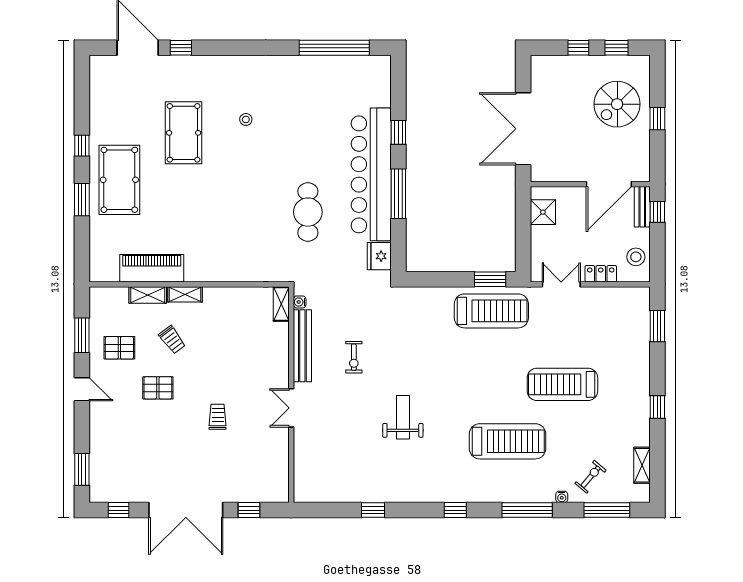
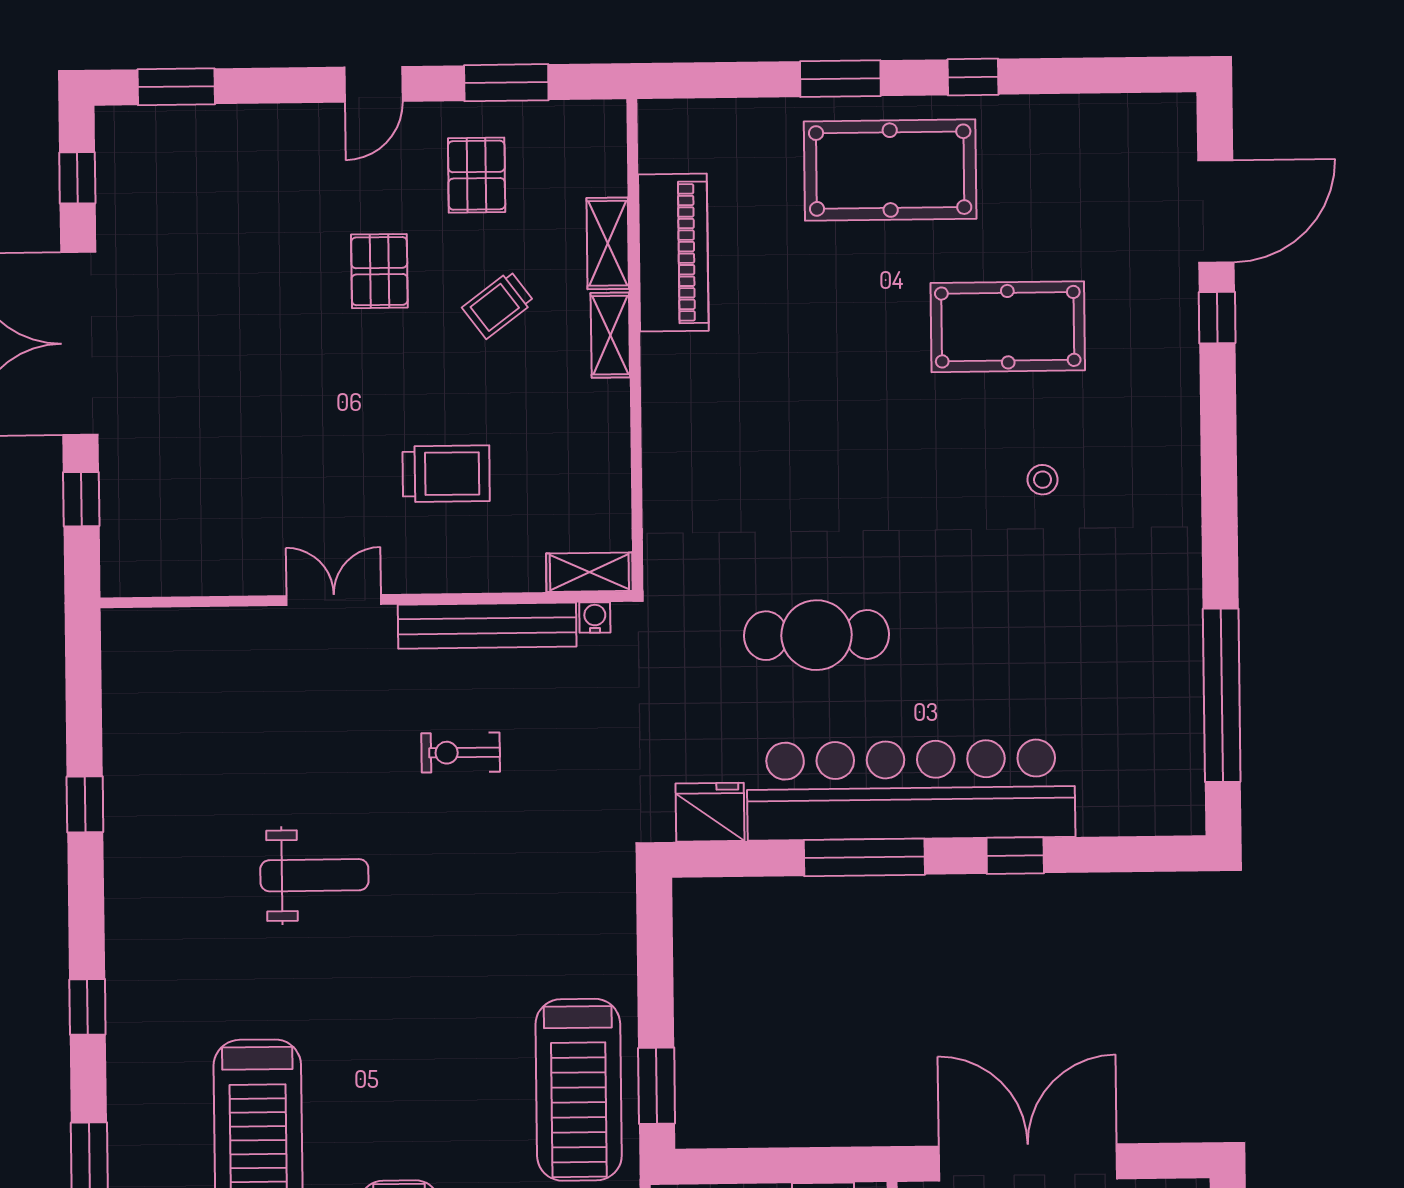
trolley: (218, 417) -> (446, 474), moved, width x1.36, depth x1.39

